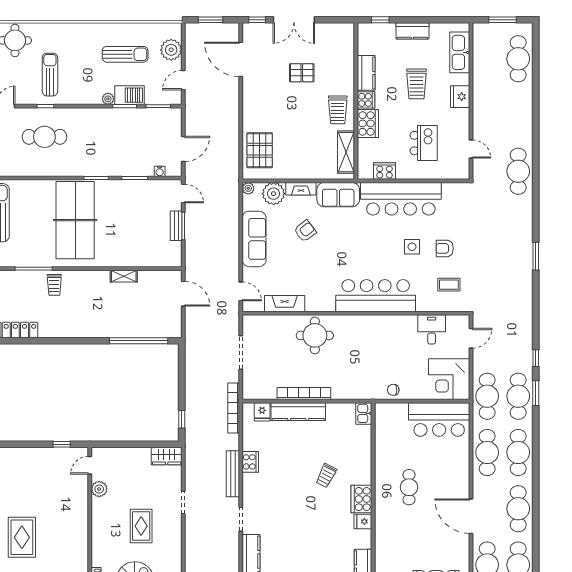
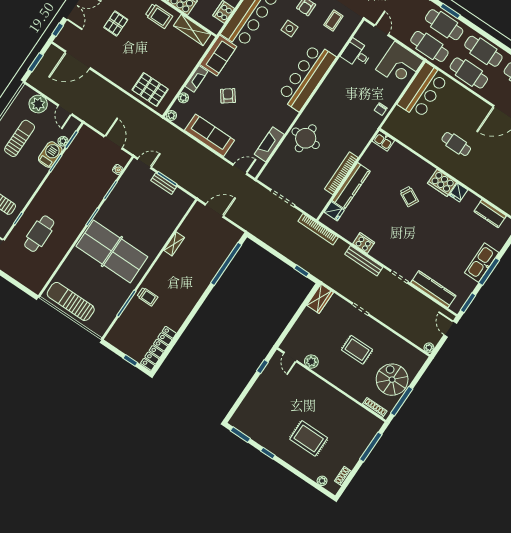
plant: (108, 99) -> (63, 141), moved
plant: (274, 194) -> (183, 98), width x0.53, depth x0.53

